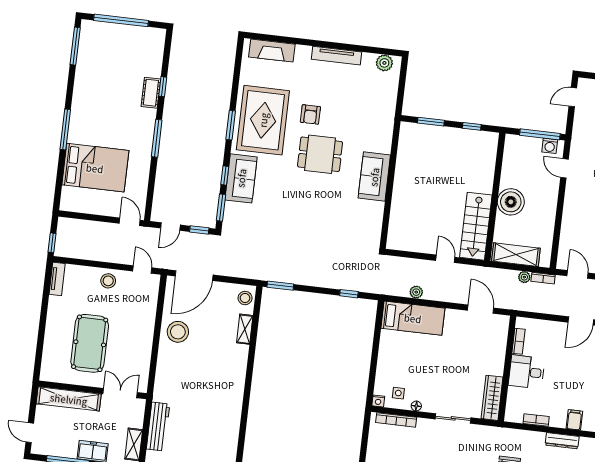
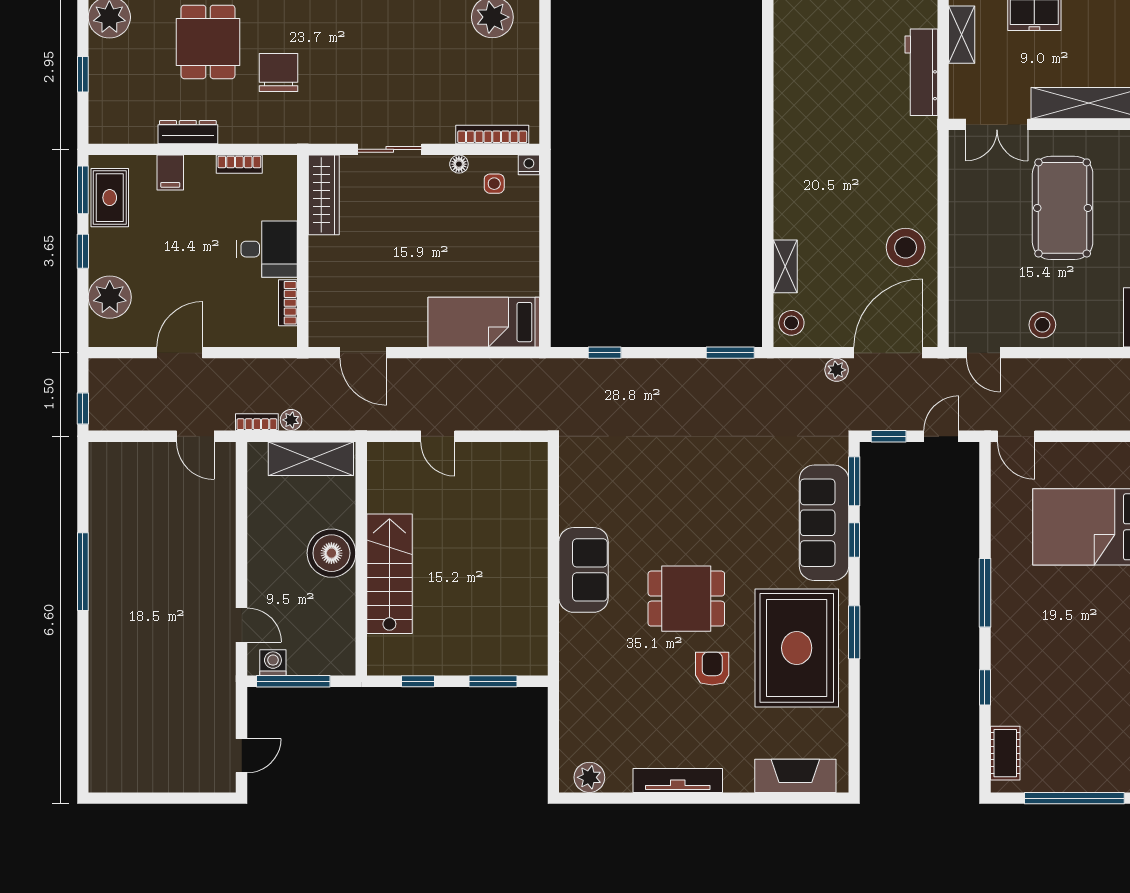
cot: (151, 93) -> (1005, 753), moved
sofa: (241, 178) -> (824, 523), width x1.36
stairs: (476, 226) -> (389, 574), moved
plant: (416, 292) -> (837, 370), moved

